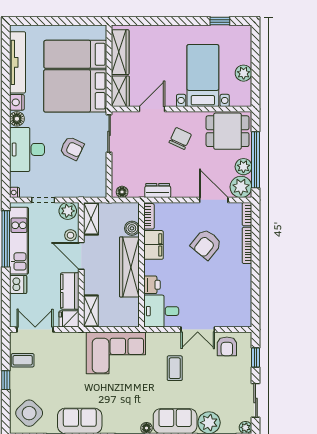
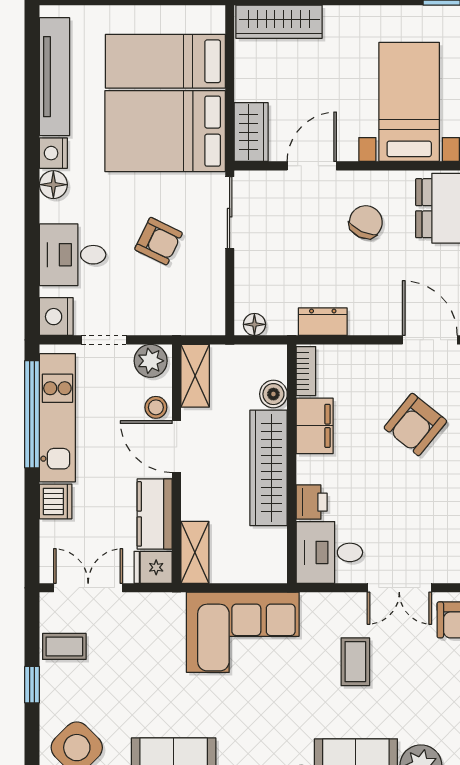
wardrobe: (120, 52) -> (279, 22), moved, turned 90
desk: (27, 149) -> (73, 255), width x0.73
nightstand: (15, 192) -> (56, 317), width x1.89, depth x1.79

